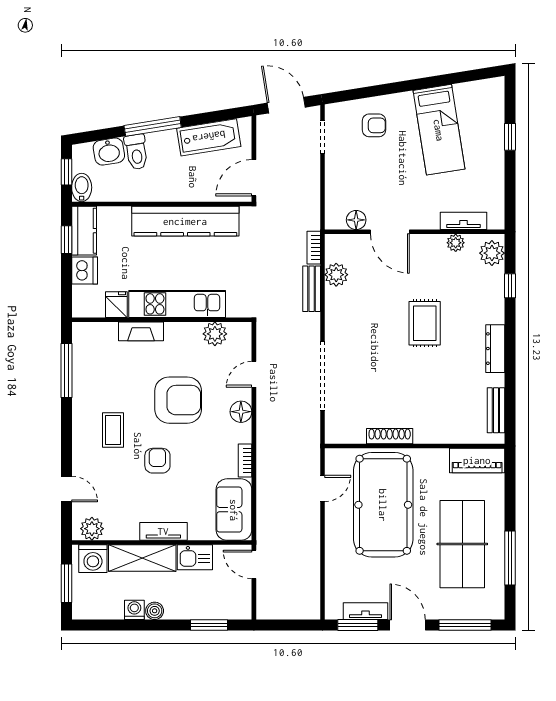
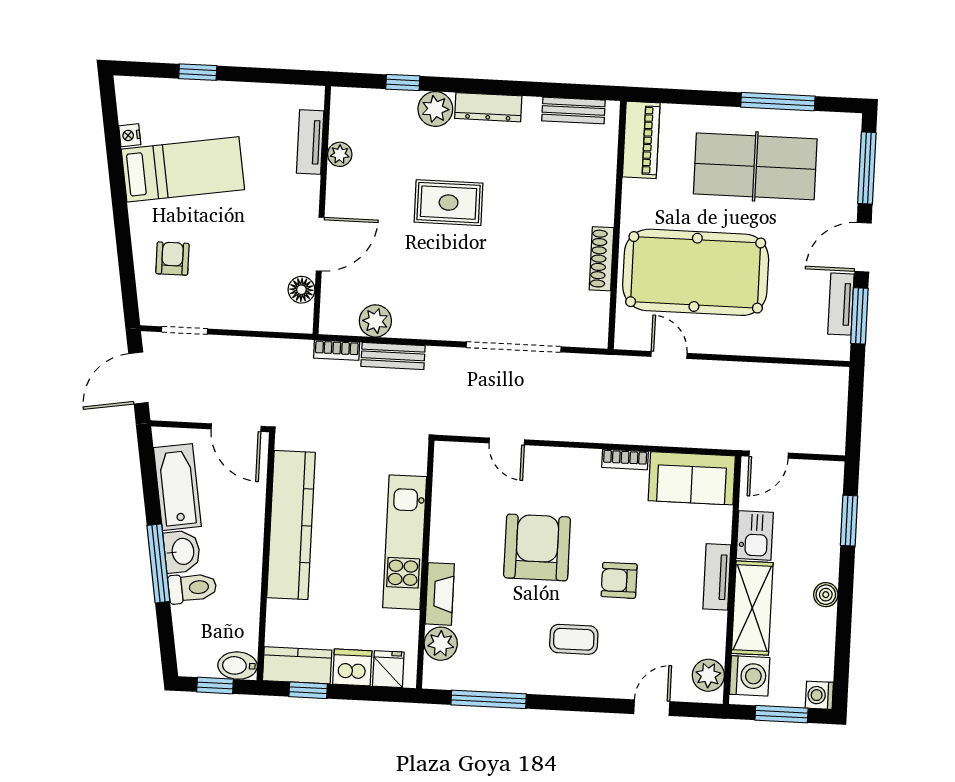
nightstand: (462, 90) -> (130, 135), added
washbasin: (109, 152) -> (182, 552), moved
plant: (492, 253) -> (435, 109), moved
fridge: (116, 305) -> (388, 669), moved, turned 90
plant: (215, 334) -> (441, 644), moved
floor lamp: (241, 412) -> (558, 462), removed
washing machine: (134, 610) -> (819, 695), moved

